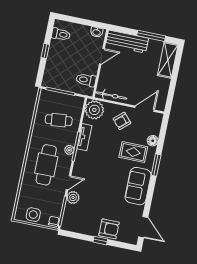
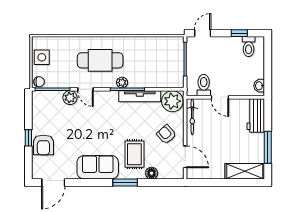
workbench: (127, 42) -> (256, 115), width x0.73
window: (45, 51) -> (239, 33), moved
door: (102, 56) -> (220, 97), moved
door: (41, 72) -> (203, 33), added
cafe table: (59, 120) -> (153, 64), removed
tv unit: (84, 137) -> (140, 96), width x1.41

